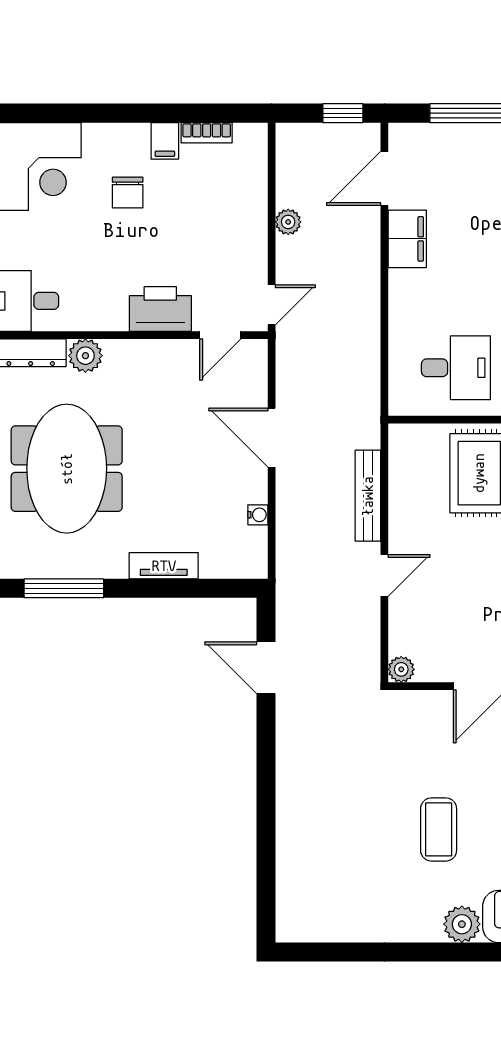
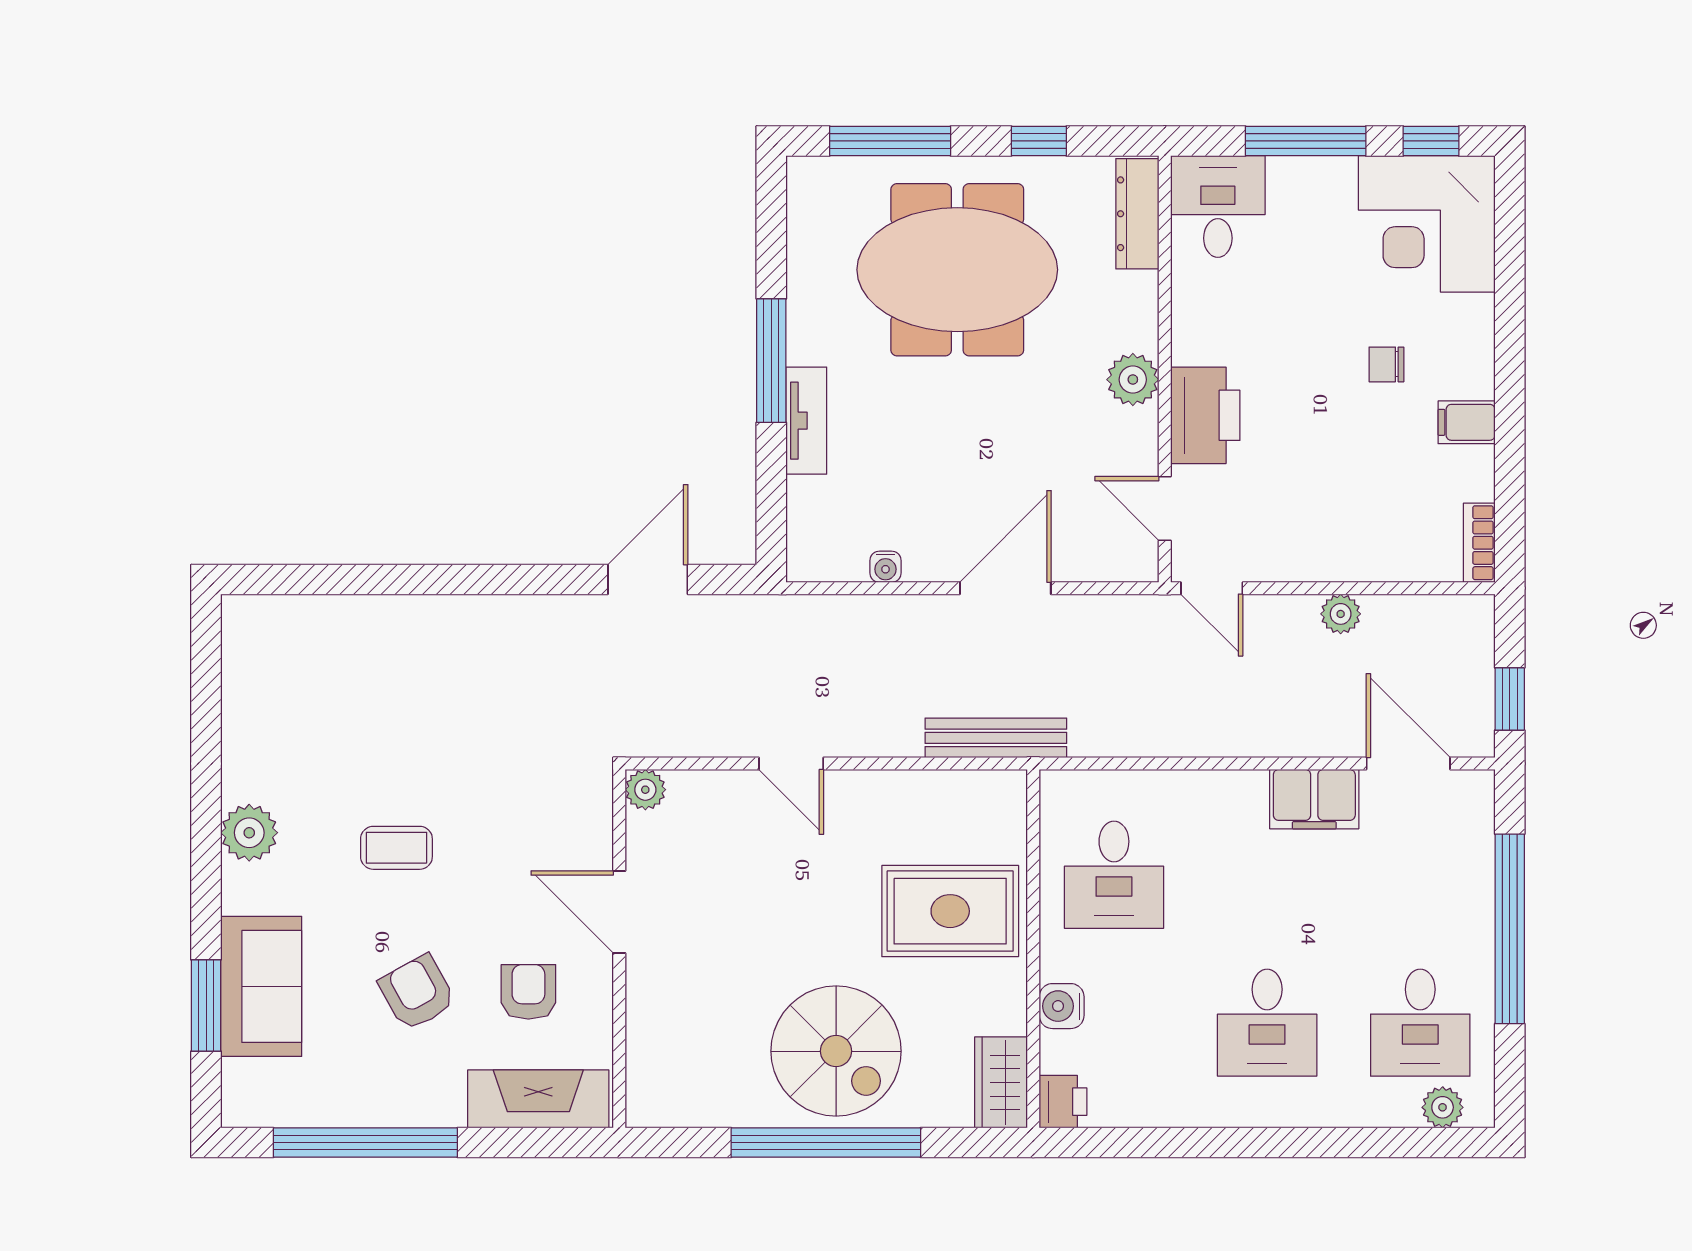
bookcase: (207, 133) -> (1479, 543), moved
chair: (128, 192) -> (1386, 364), width x0.73, depth x0.73
plant: (85, 356) -> (1133, 380), moved
bench: (368, 496) -> (996, 738), moved
window: (64, 588) -> (771, 361), moved
coffee table: (439, 829) -> (396, 848), width x0.73, depth x0.77
plant: (462, 924) -> (249, 833), moved

